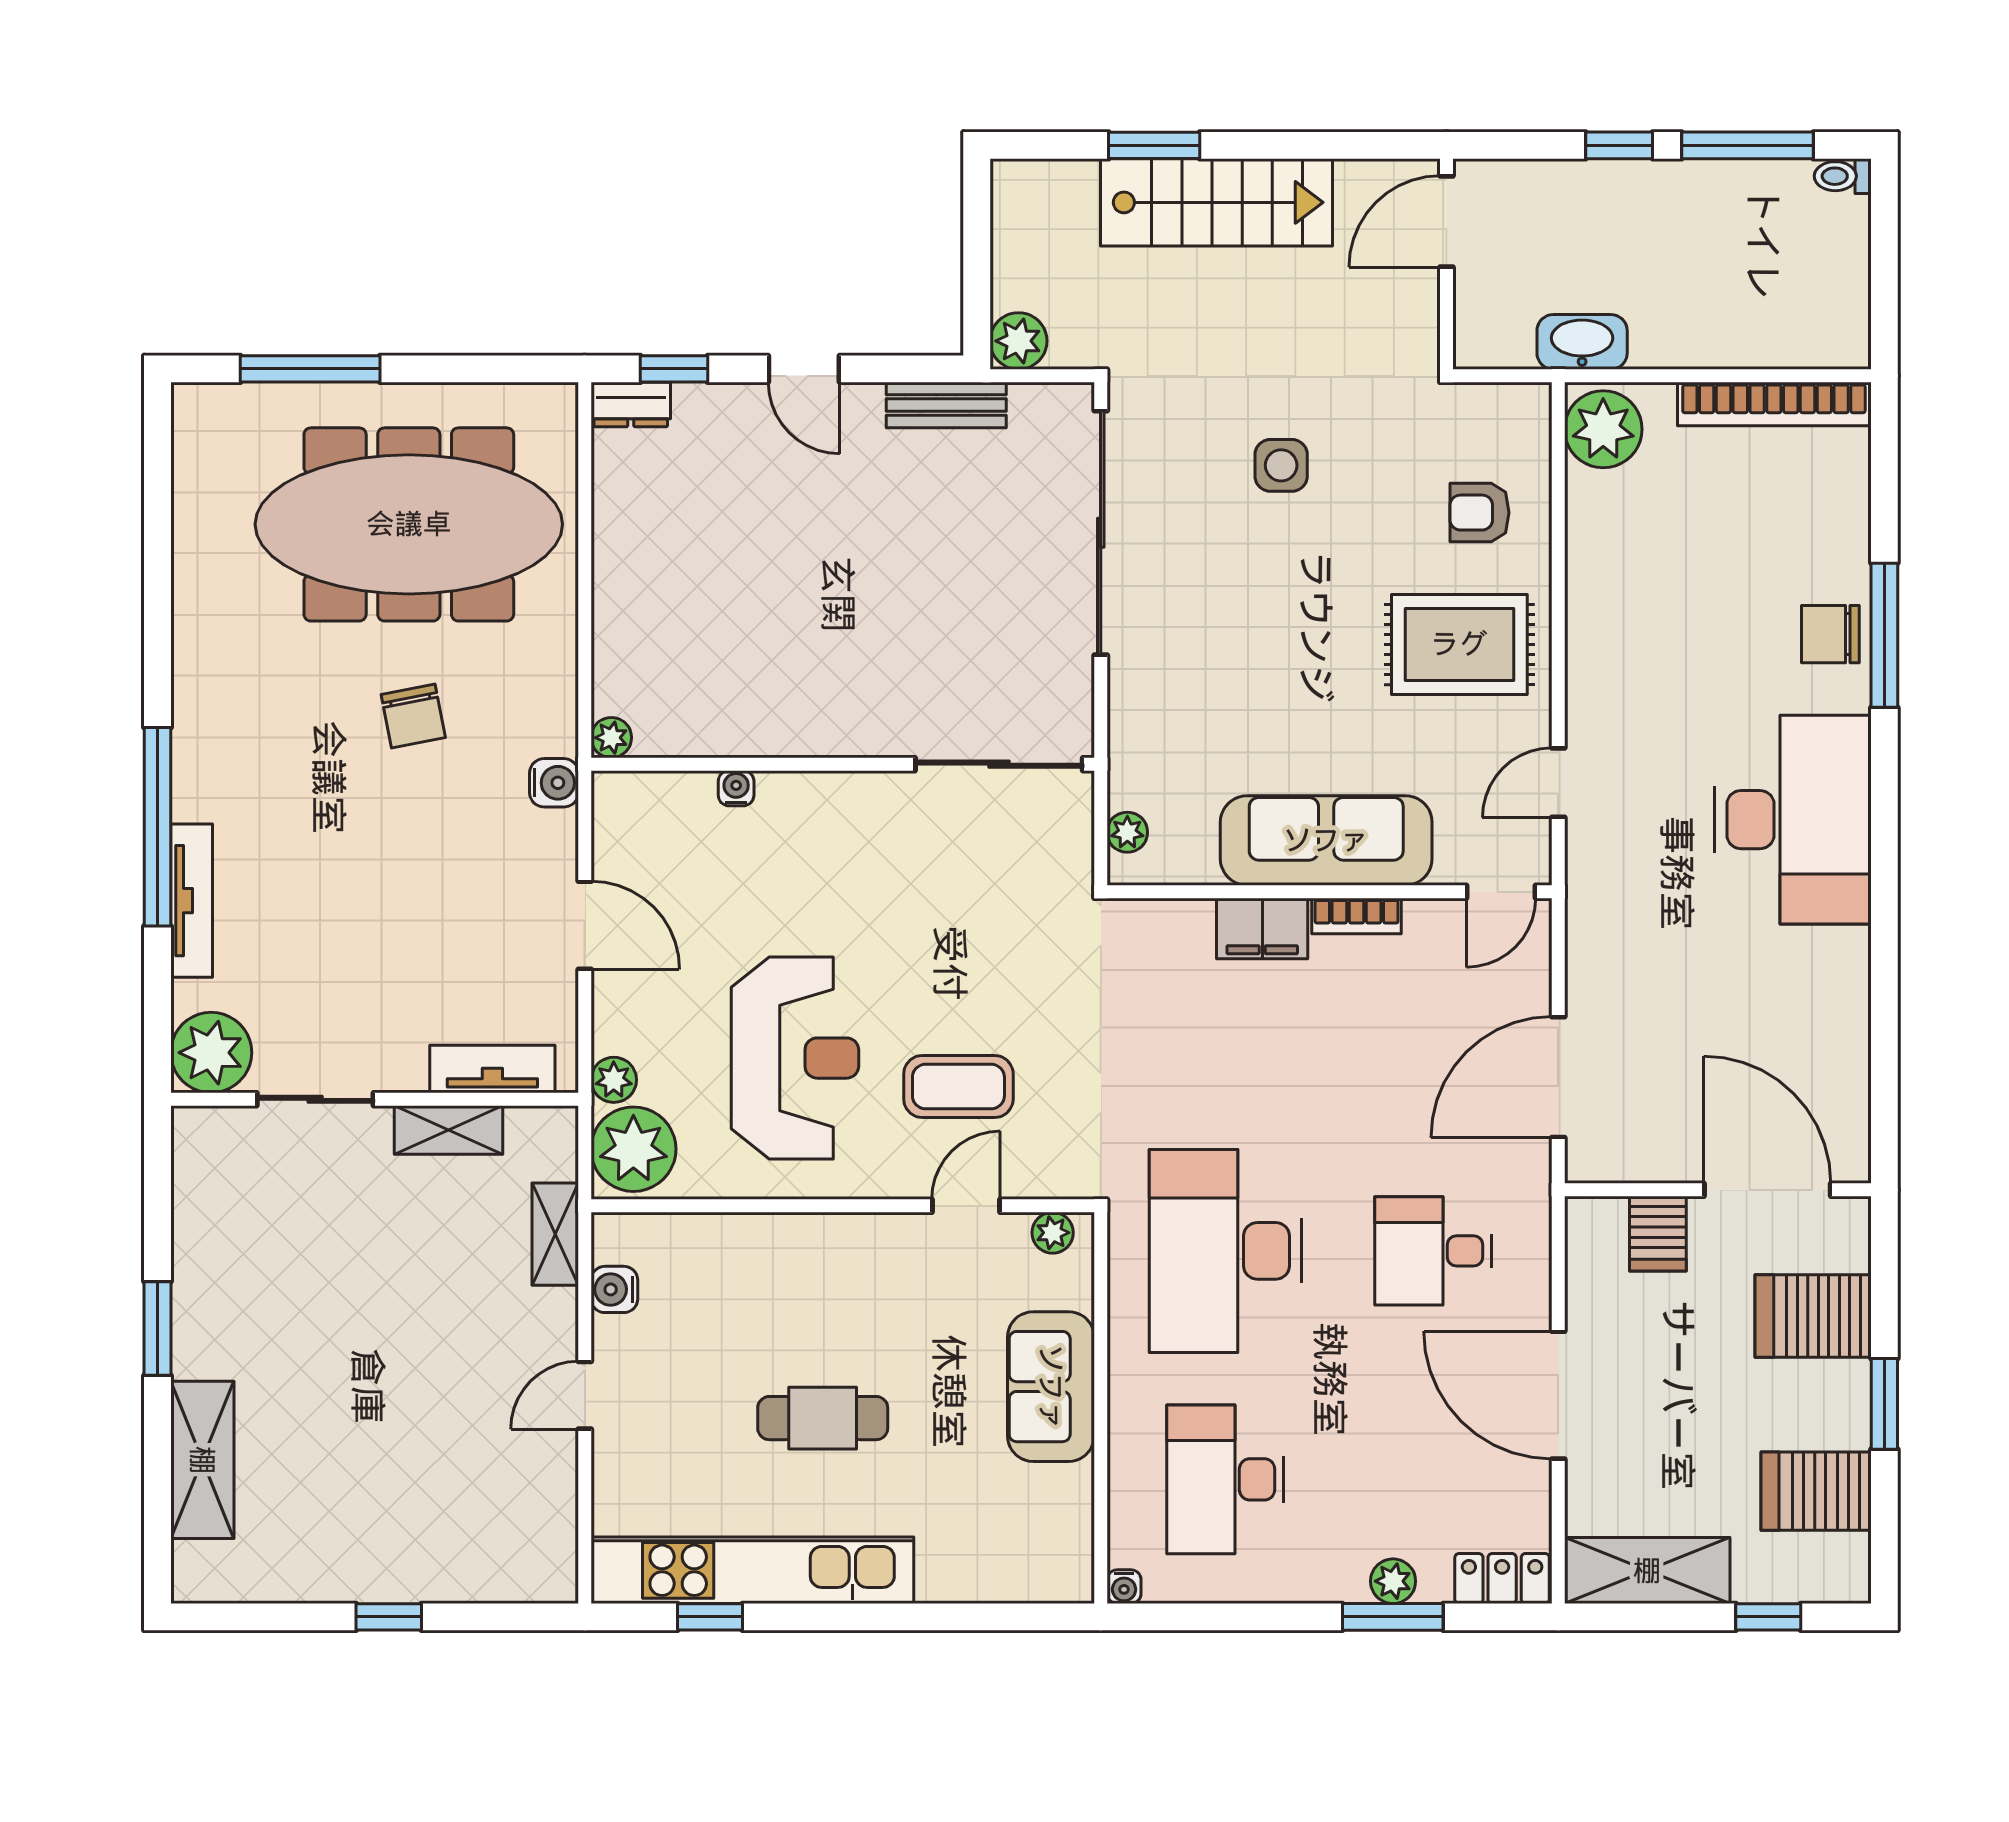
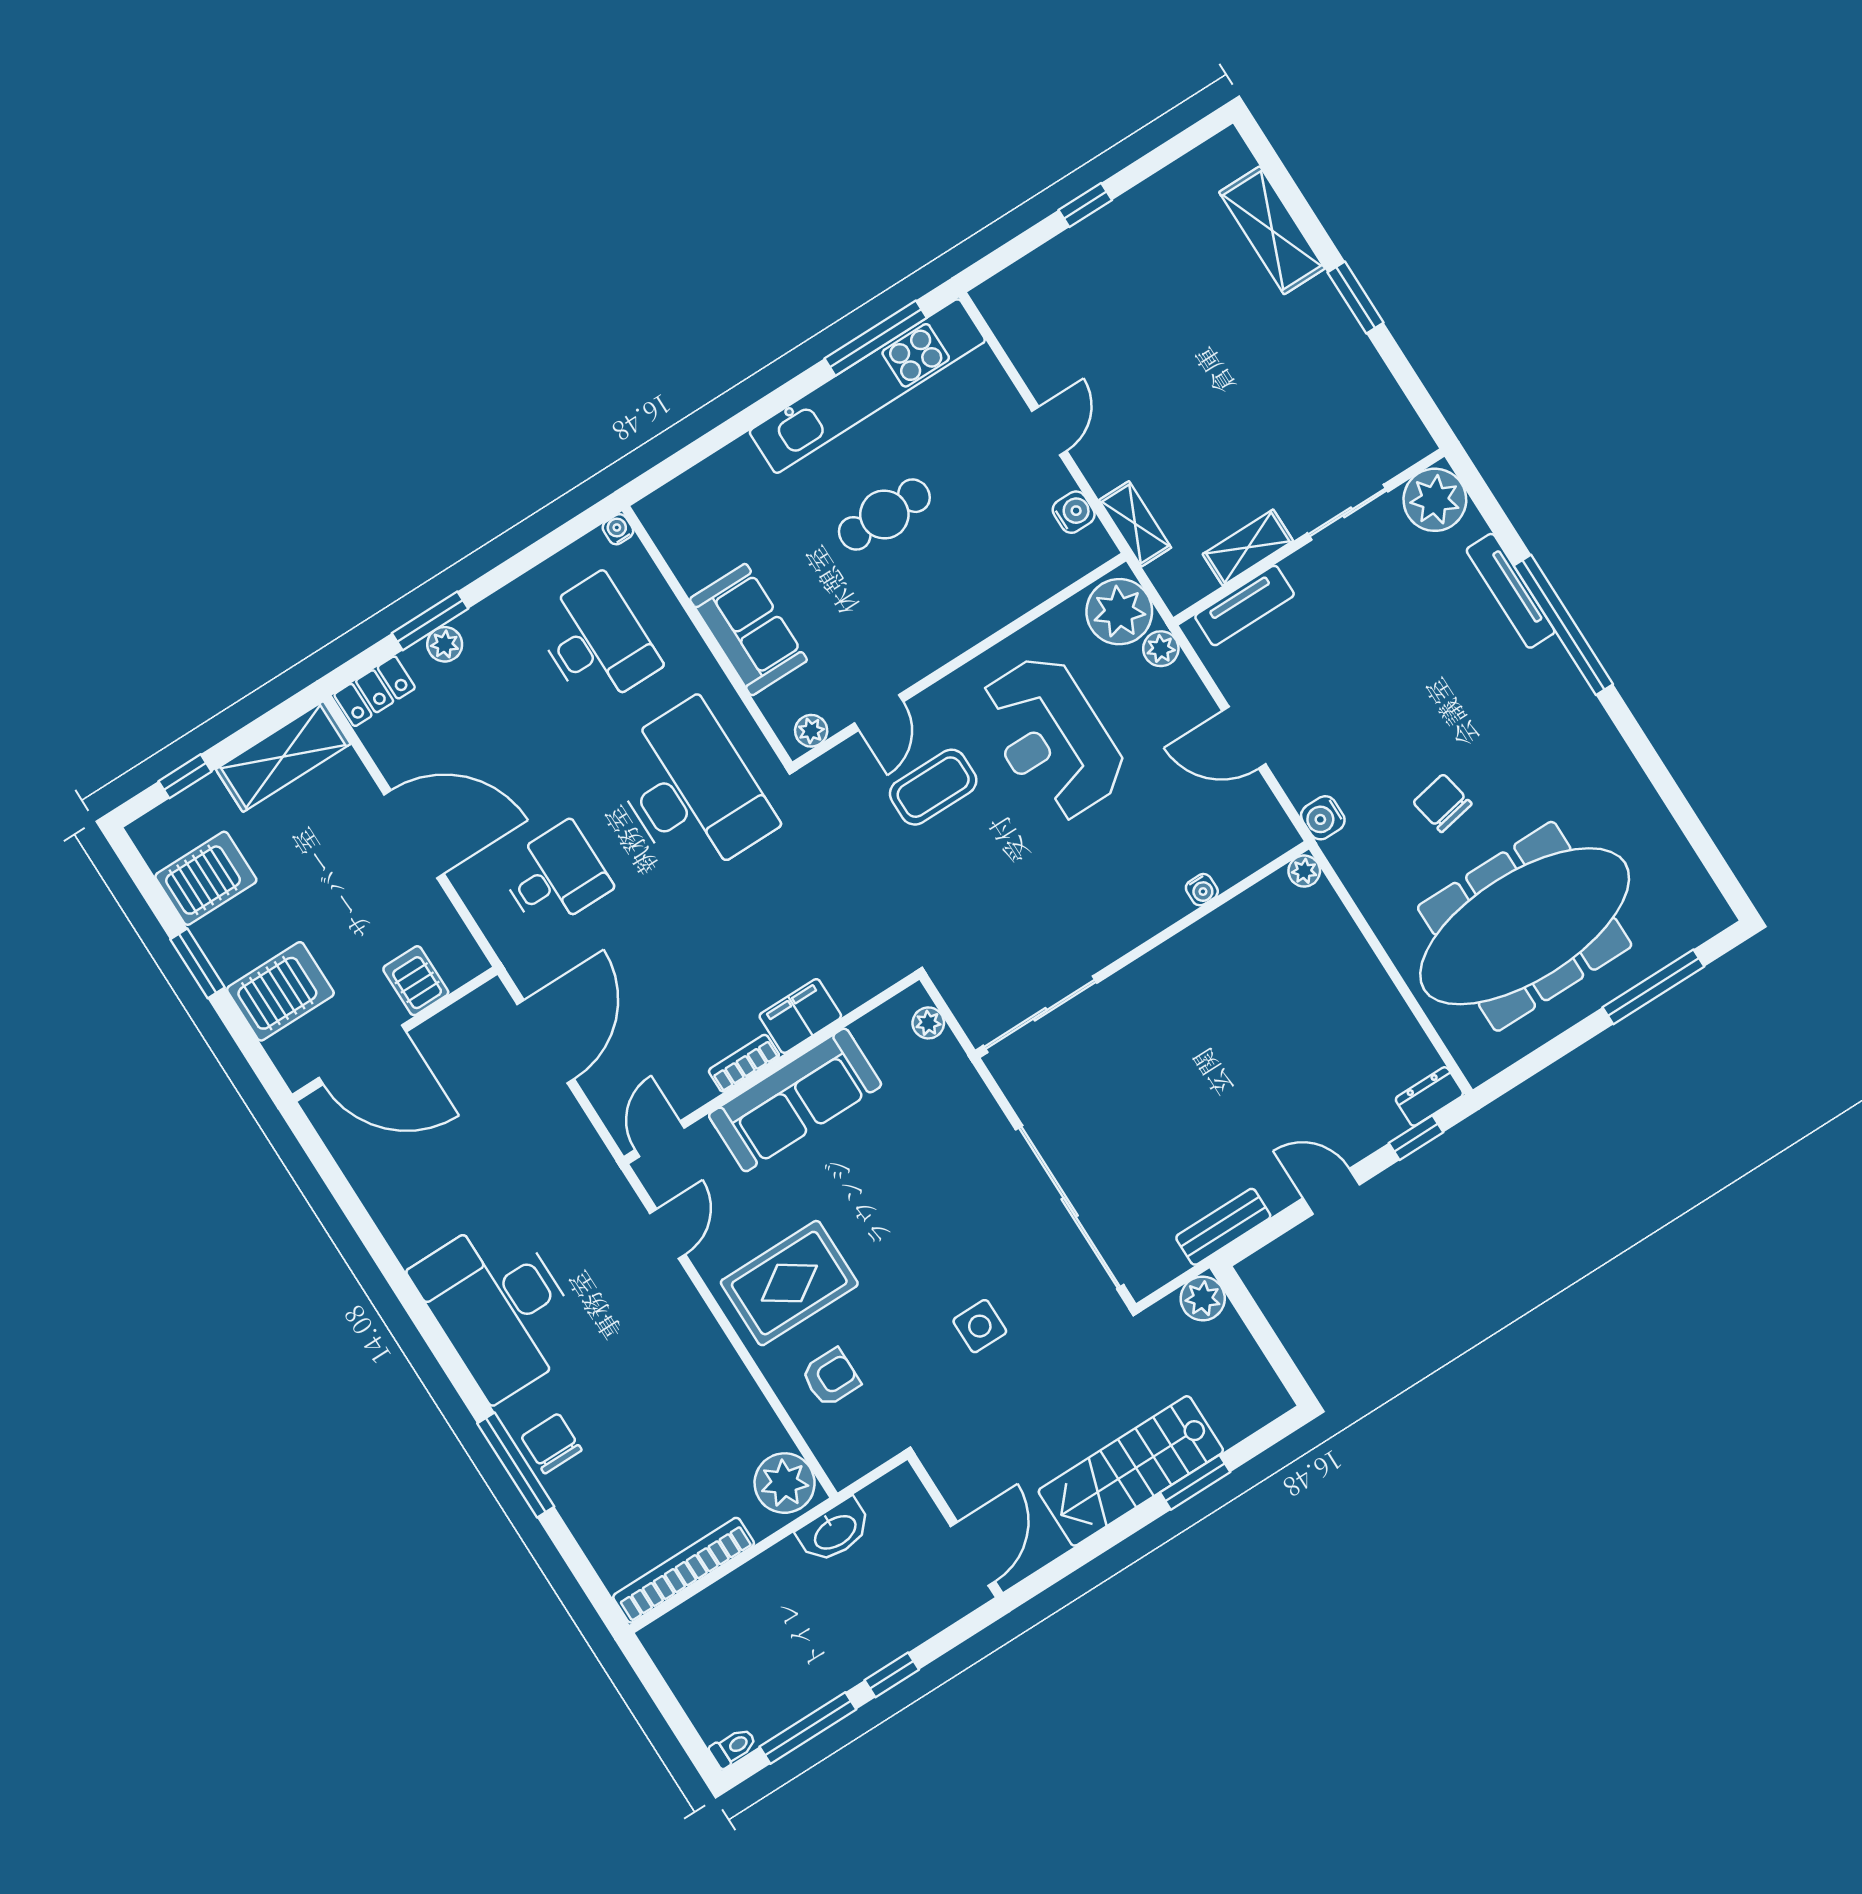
chair: (1830, 634) -> (551, 1443), turned -90
window: (710, 1617) -> (876, 338), width x2.17

